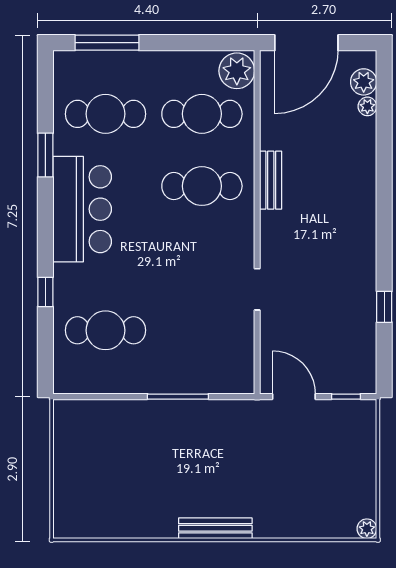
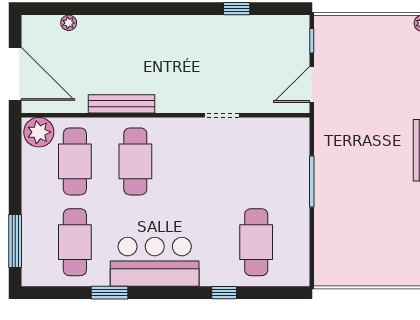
plant: (364, 82) -> (48, 26), removed
bench: (271, 180) -> (122, 104), width x1.36

